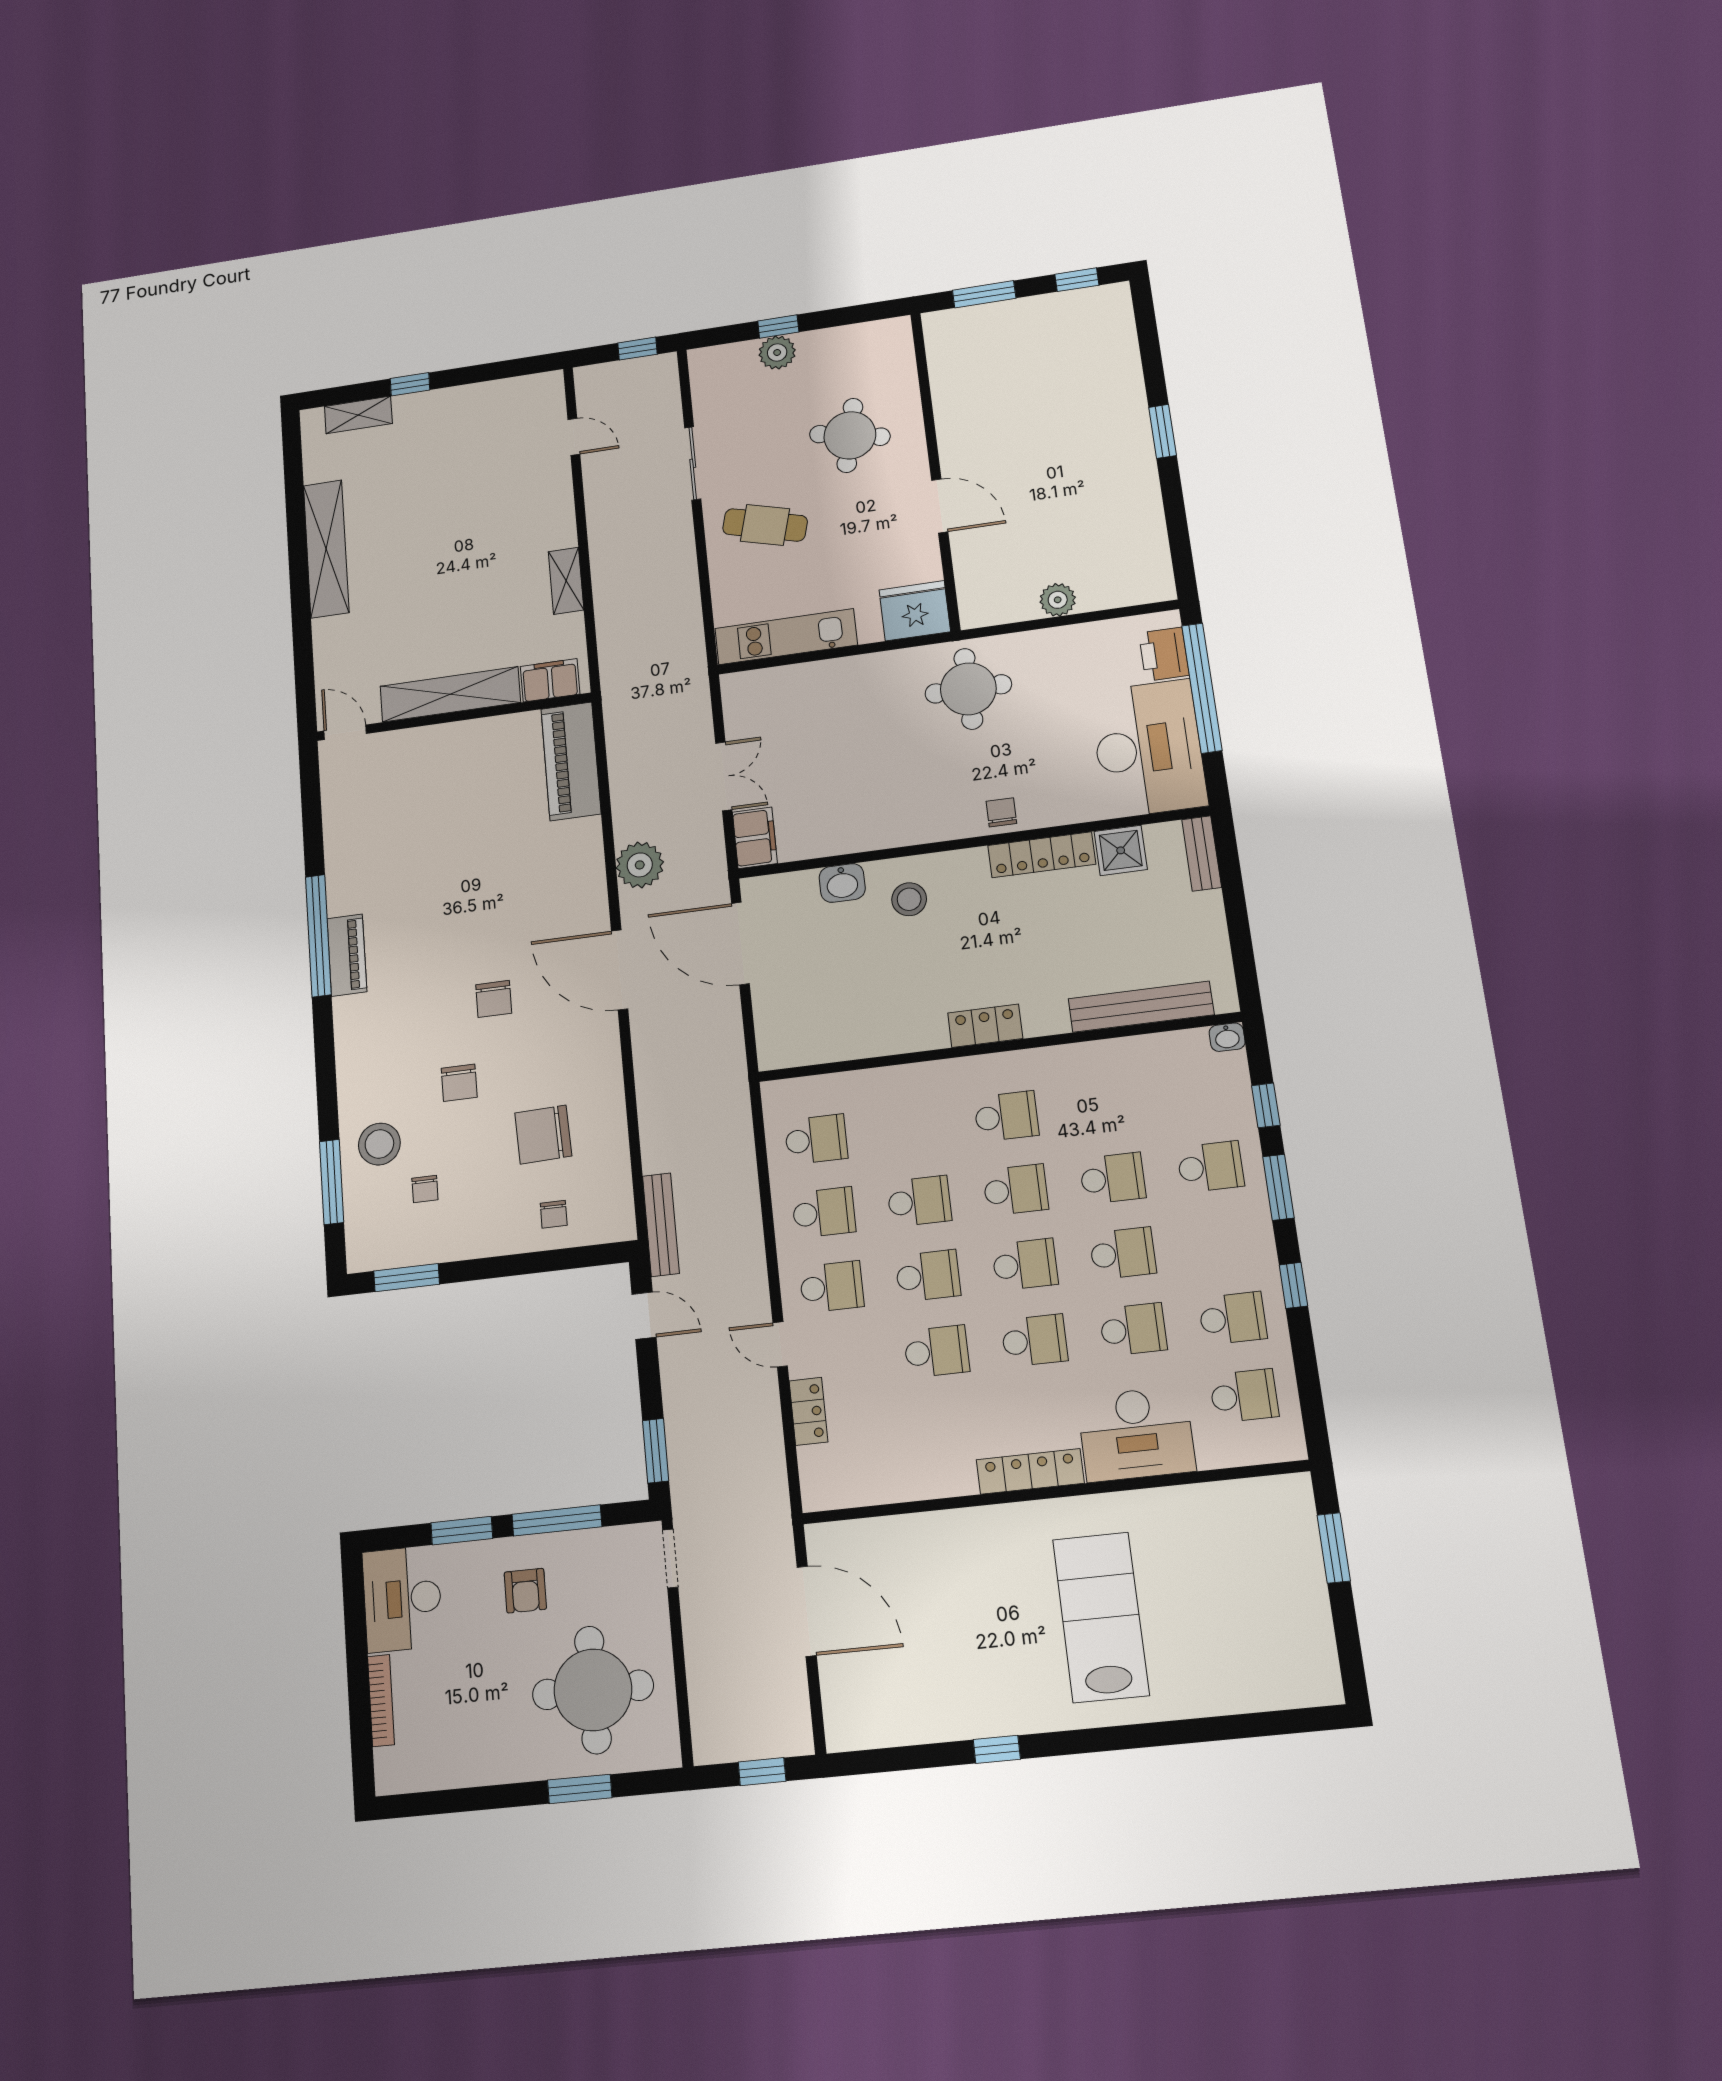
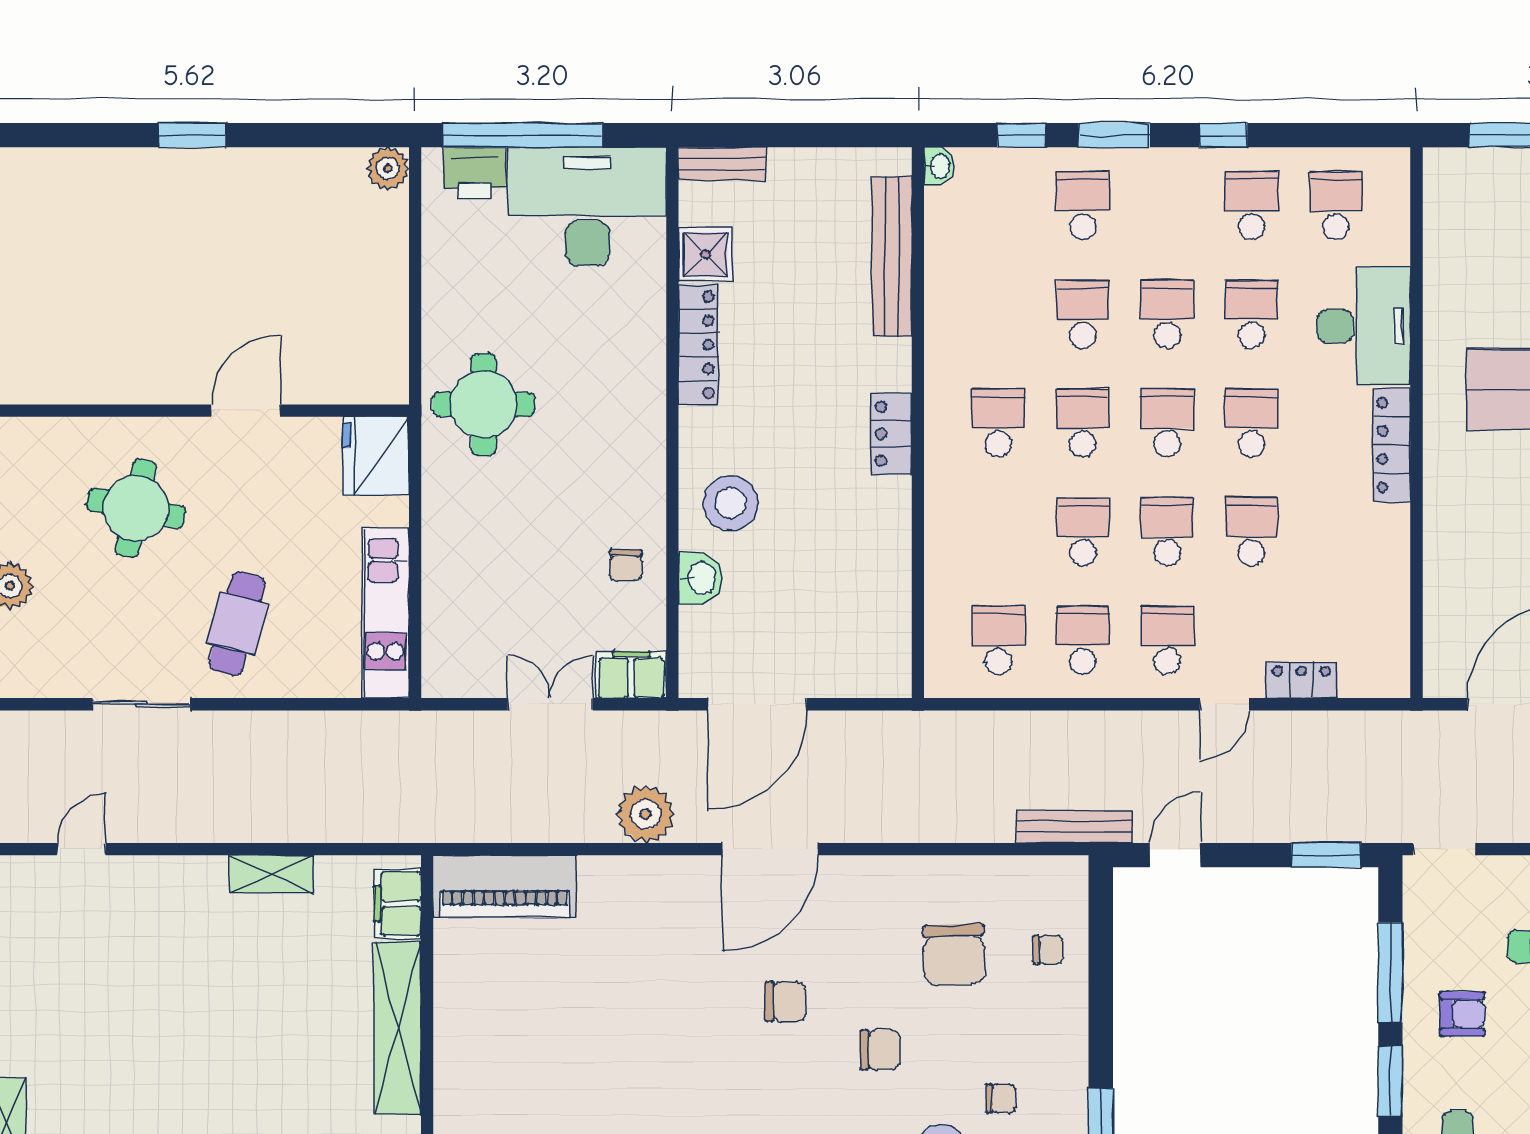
plant: (1058, 600) -> (388, 168), moved
chair: (1001, 812) -> (626, 565), moved, turned -90
stool: (909, 899) -> (731, 503), width x1.38, depth x1.38

